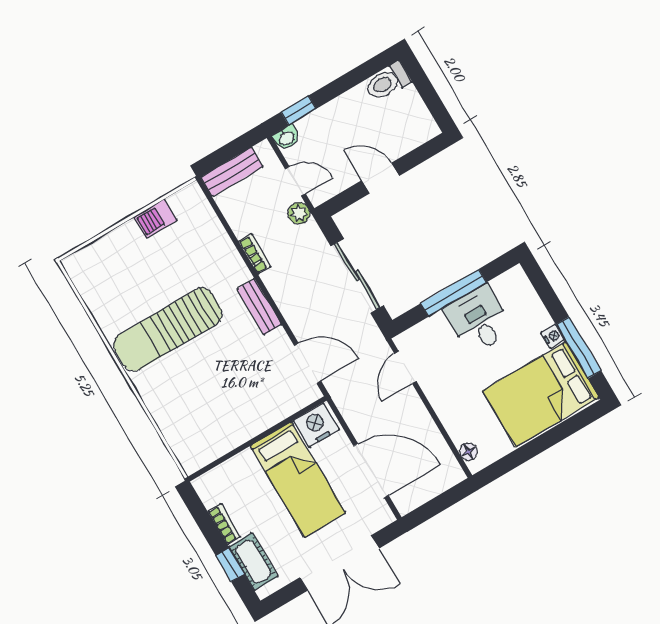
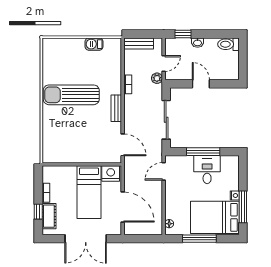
washbasin: (286, 138) -> (198, 43), moved
door: (295, 181) -> (164, 64), hinge flipped
window: (536, 447) -> (199, 239), added

